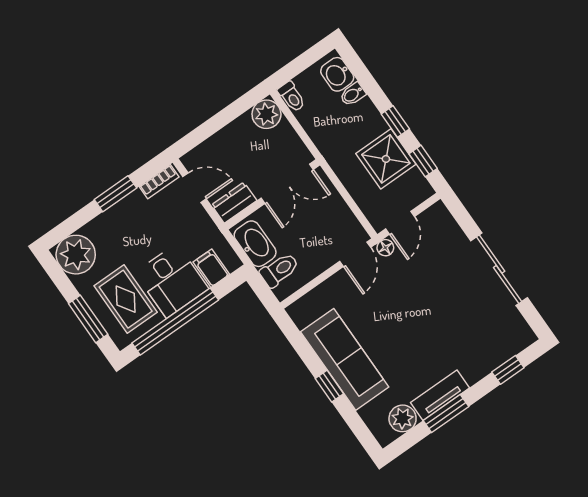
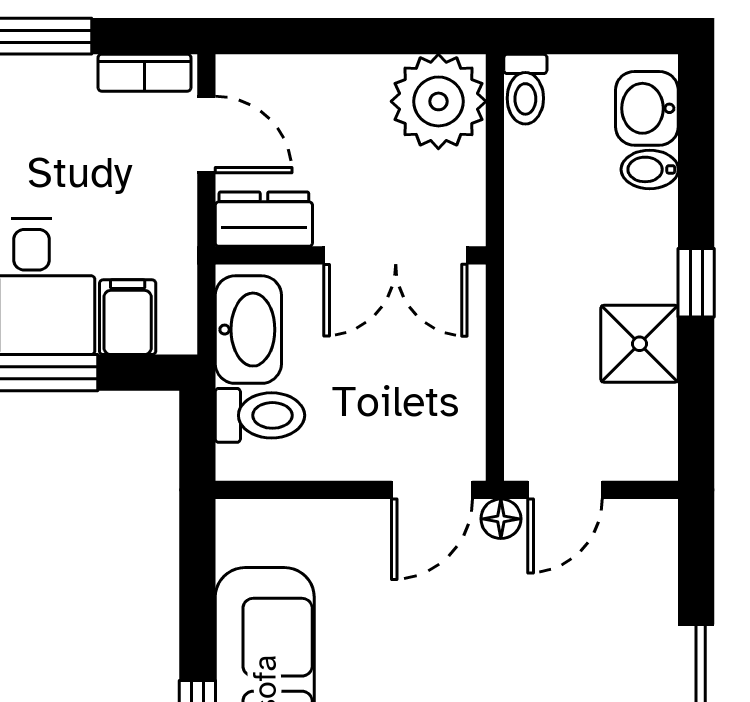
plant: (266, 114) -> (438, 101), width x1.36, depth x1.36
shower: (386, 159) -> (640, 344), width x0.73, depth x0.73
window: (423, 161) -> (696, 400), removed

